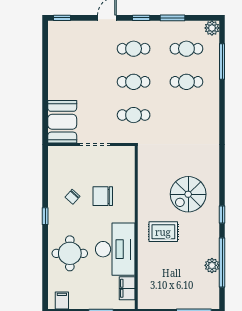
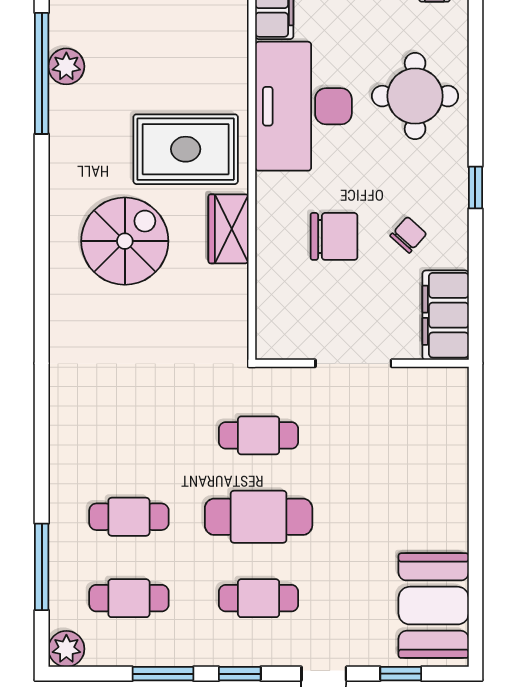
window: (62, 18) -> (401, 674), moved
cafe table: (134, 82) -> (259, 517), width x1.37, depth x1.35
booth: (62, 122) -> (434, 606), moved
filing cabinet: (57, 164) -> (446, 315), added
wardrobe: (146, 199) -> (229, 229), added
window: (222, 215) -> (42, 191), removed
rug: (163, 232) -> (186, 149), width x1.36, depth x1.43

